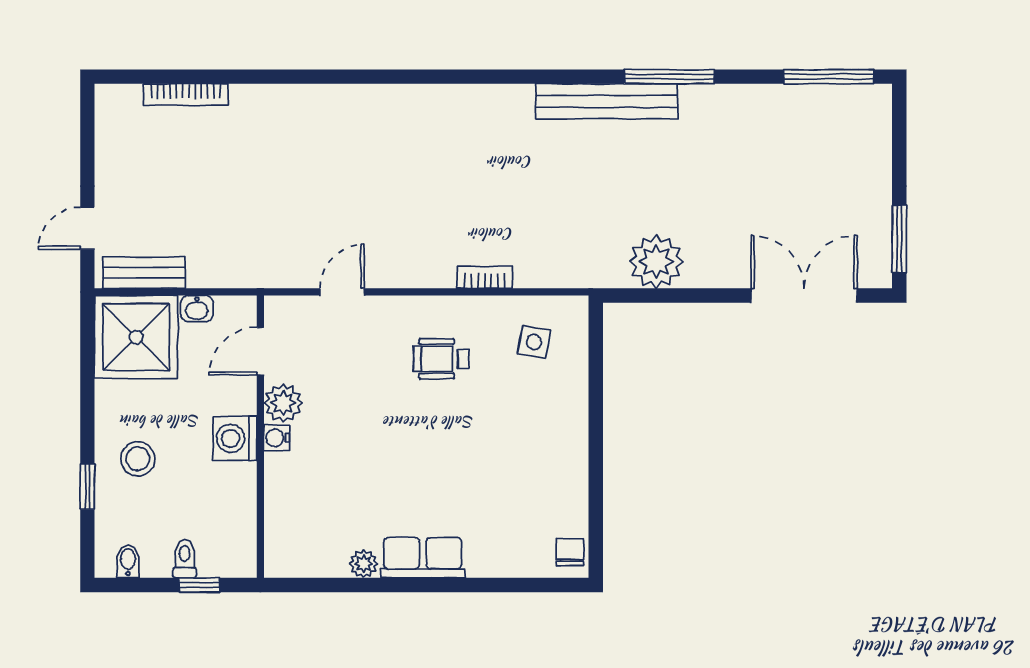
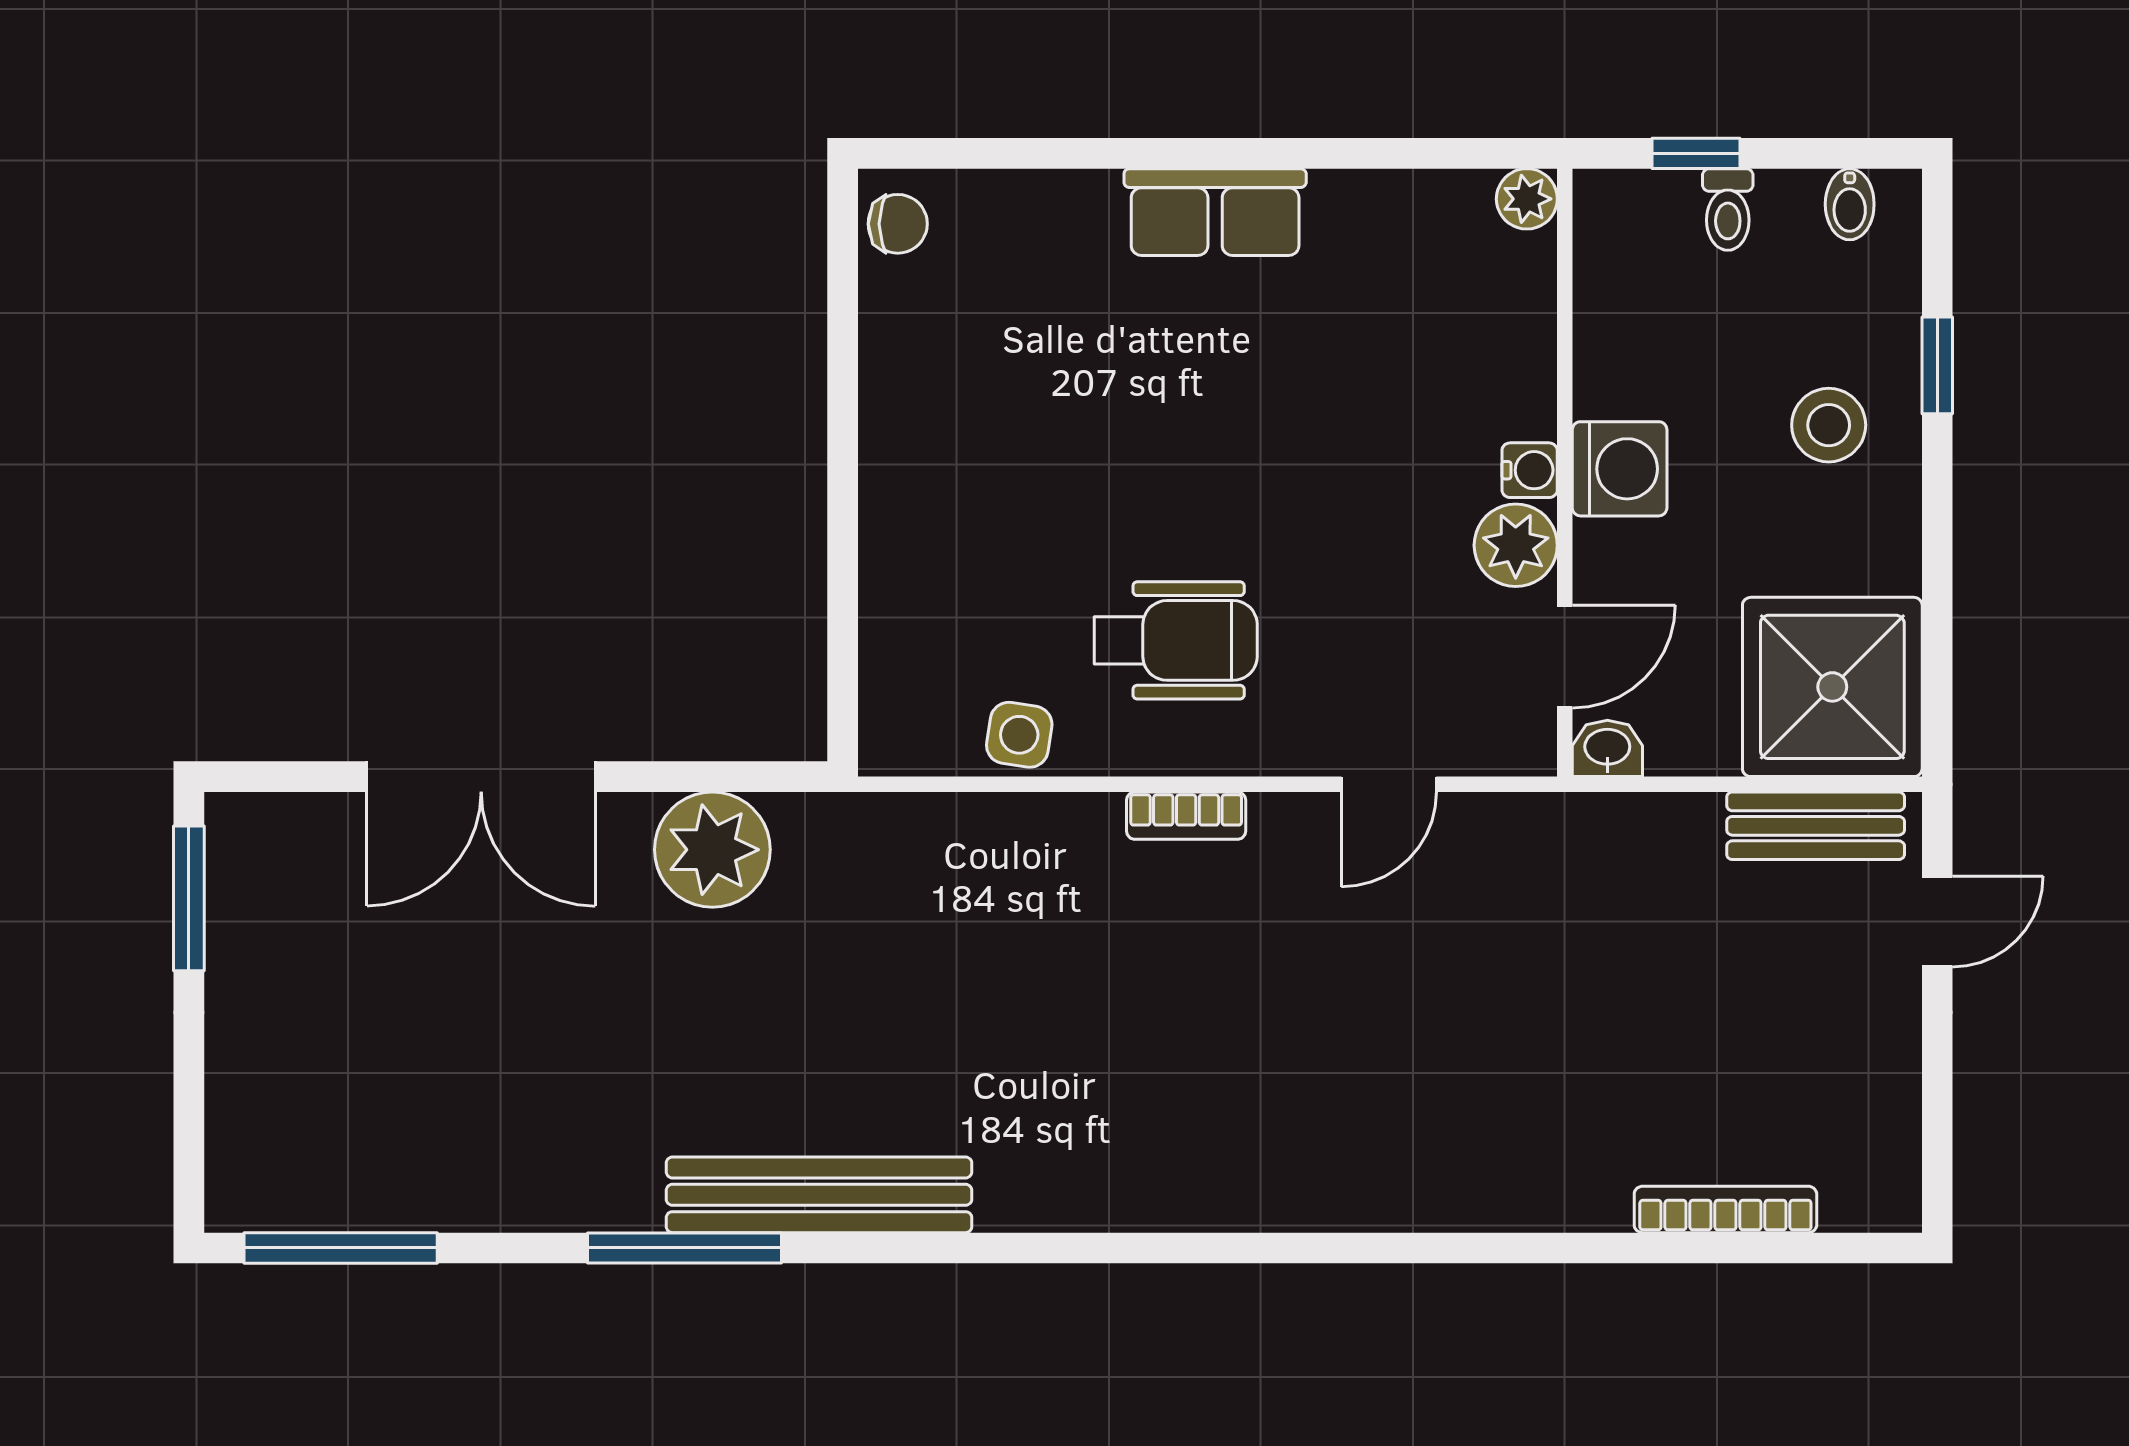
bookcase: (485, 277) -> (1186, 816), moved
double door: (804, 295) -> (481, 777), moved
washbasin: (197, 309) -> (1607, 748), moved
side table: (534, 342) -> (1019, 735), moved
wheelchair: (441, 359) -> (1176, 640), width x1.36, depth x1.37
chair: (570, 552) -> (898, 224), turned -90
plant: (364, 564) -> (1527, 199), moved

